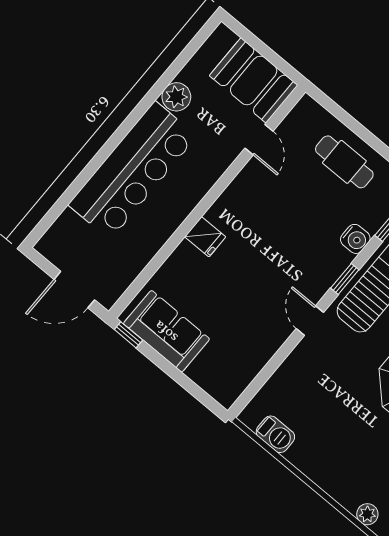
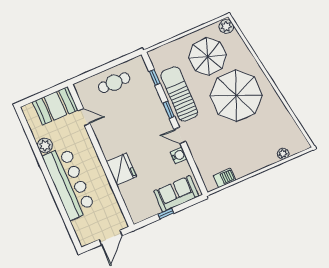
fridge: (205, 237) -> (122, 169), width x1.88, depth x1.34
water cooler: (355, 239) -> (178, 155), moved
sofa: (166, 331) -> (176, 194), moved
window: (128, 335) -> (166, 214), moved

